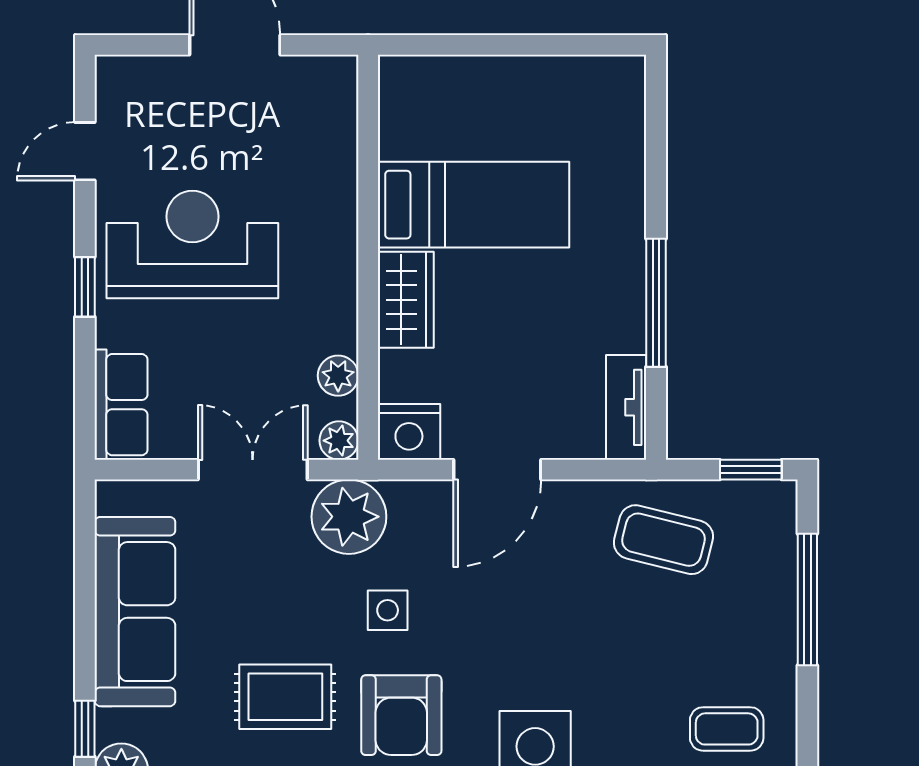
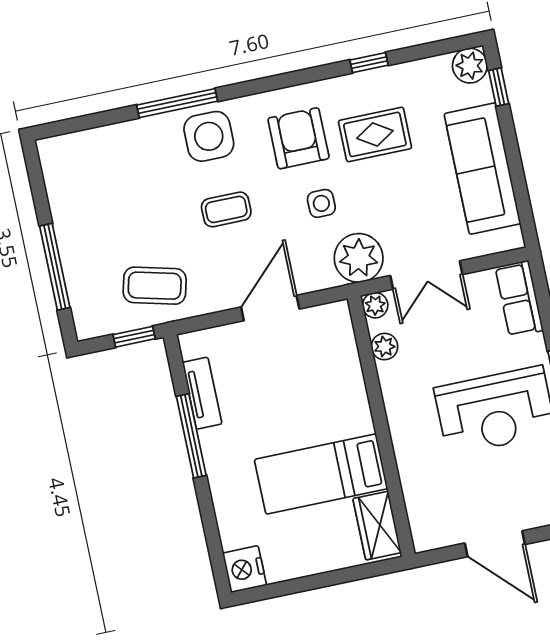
wardrobe: (406, 300) -> (377, 526), moved
tv unit: (626, 407) -> (202, 393), moved
nightstand: (409, 432) -> (245, 569), moved, turned -90
window: (751, 470) -> (134, 337), moved
coffee table: (727, 729) -> (226, 209), moved

